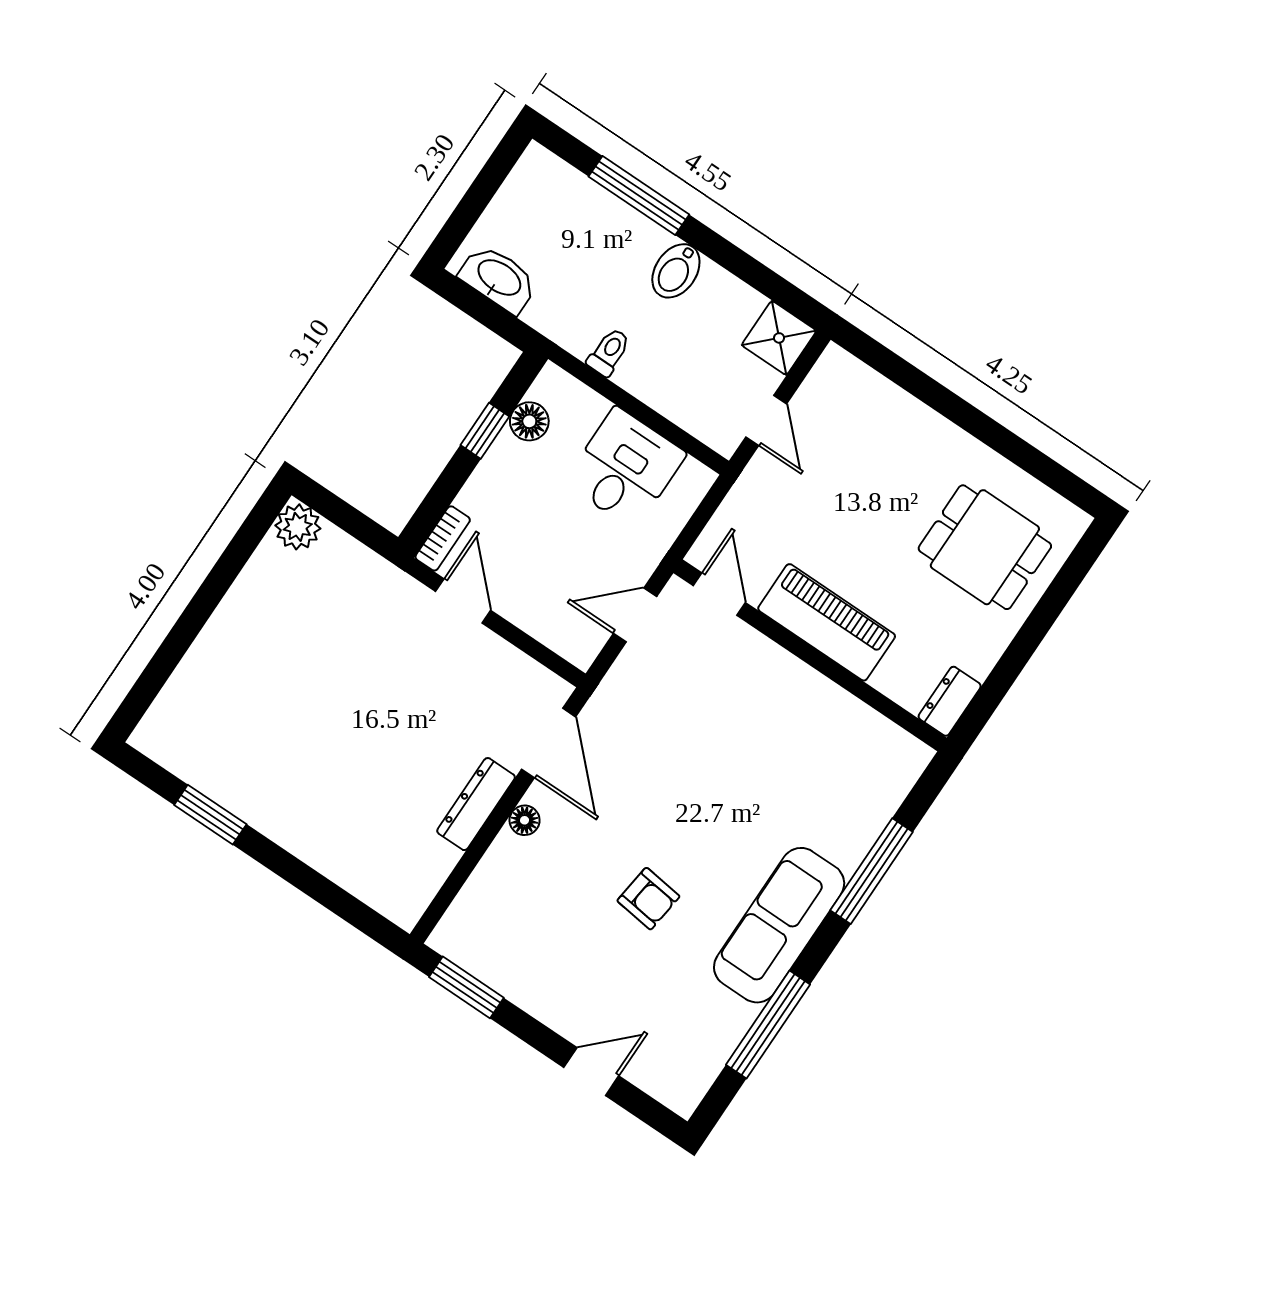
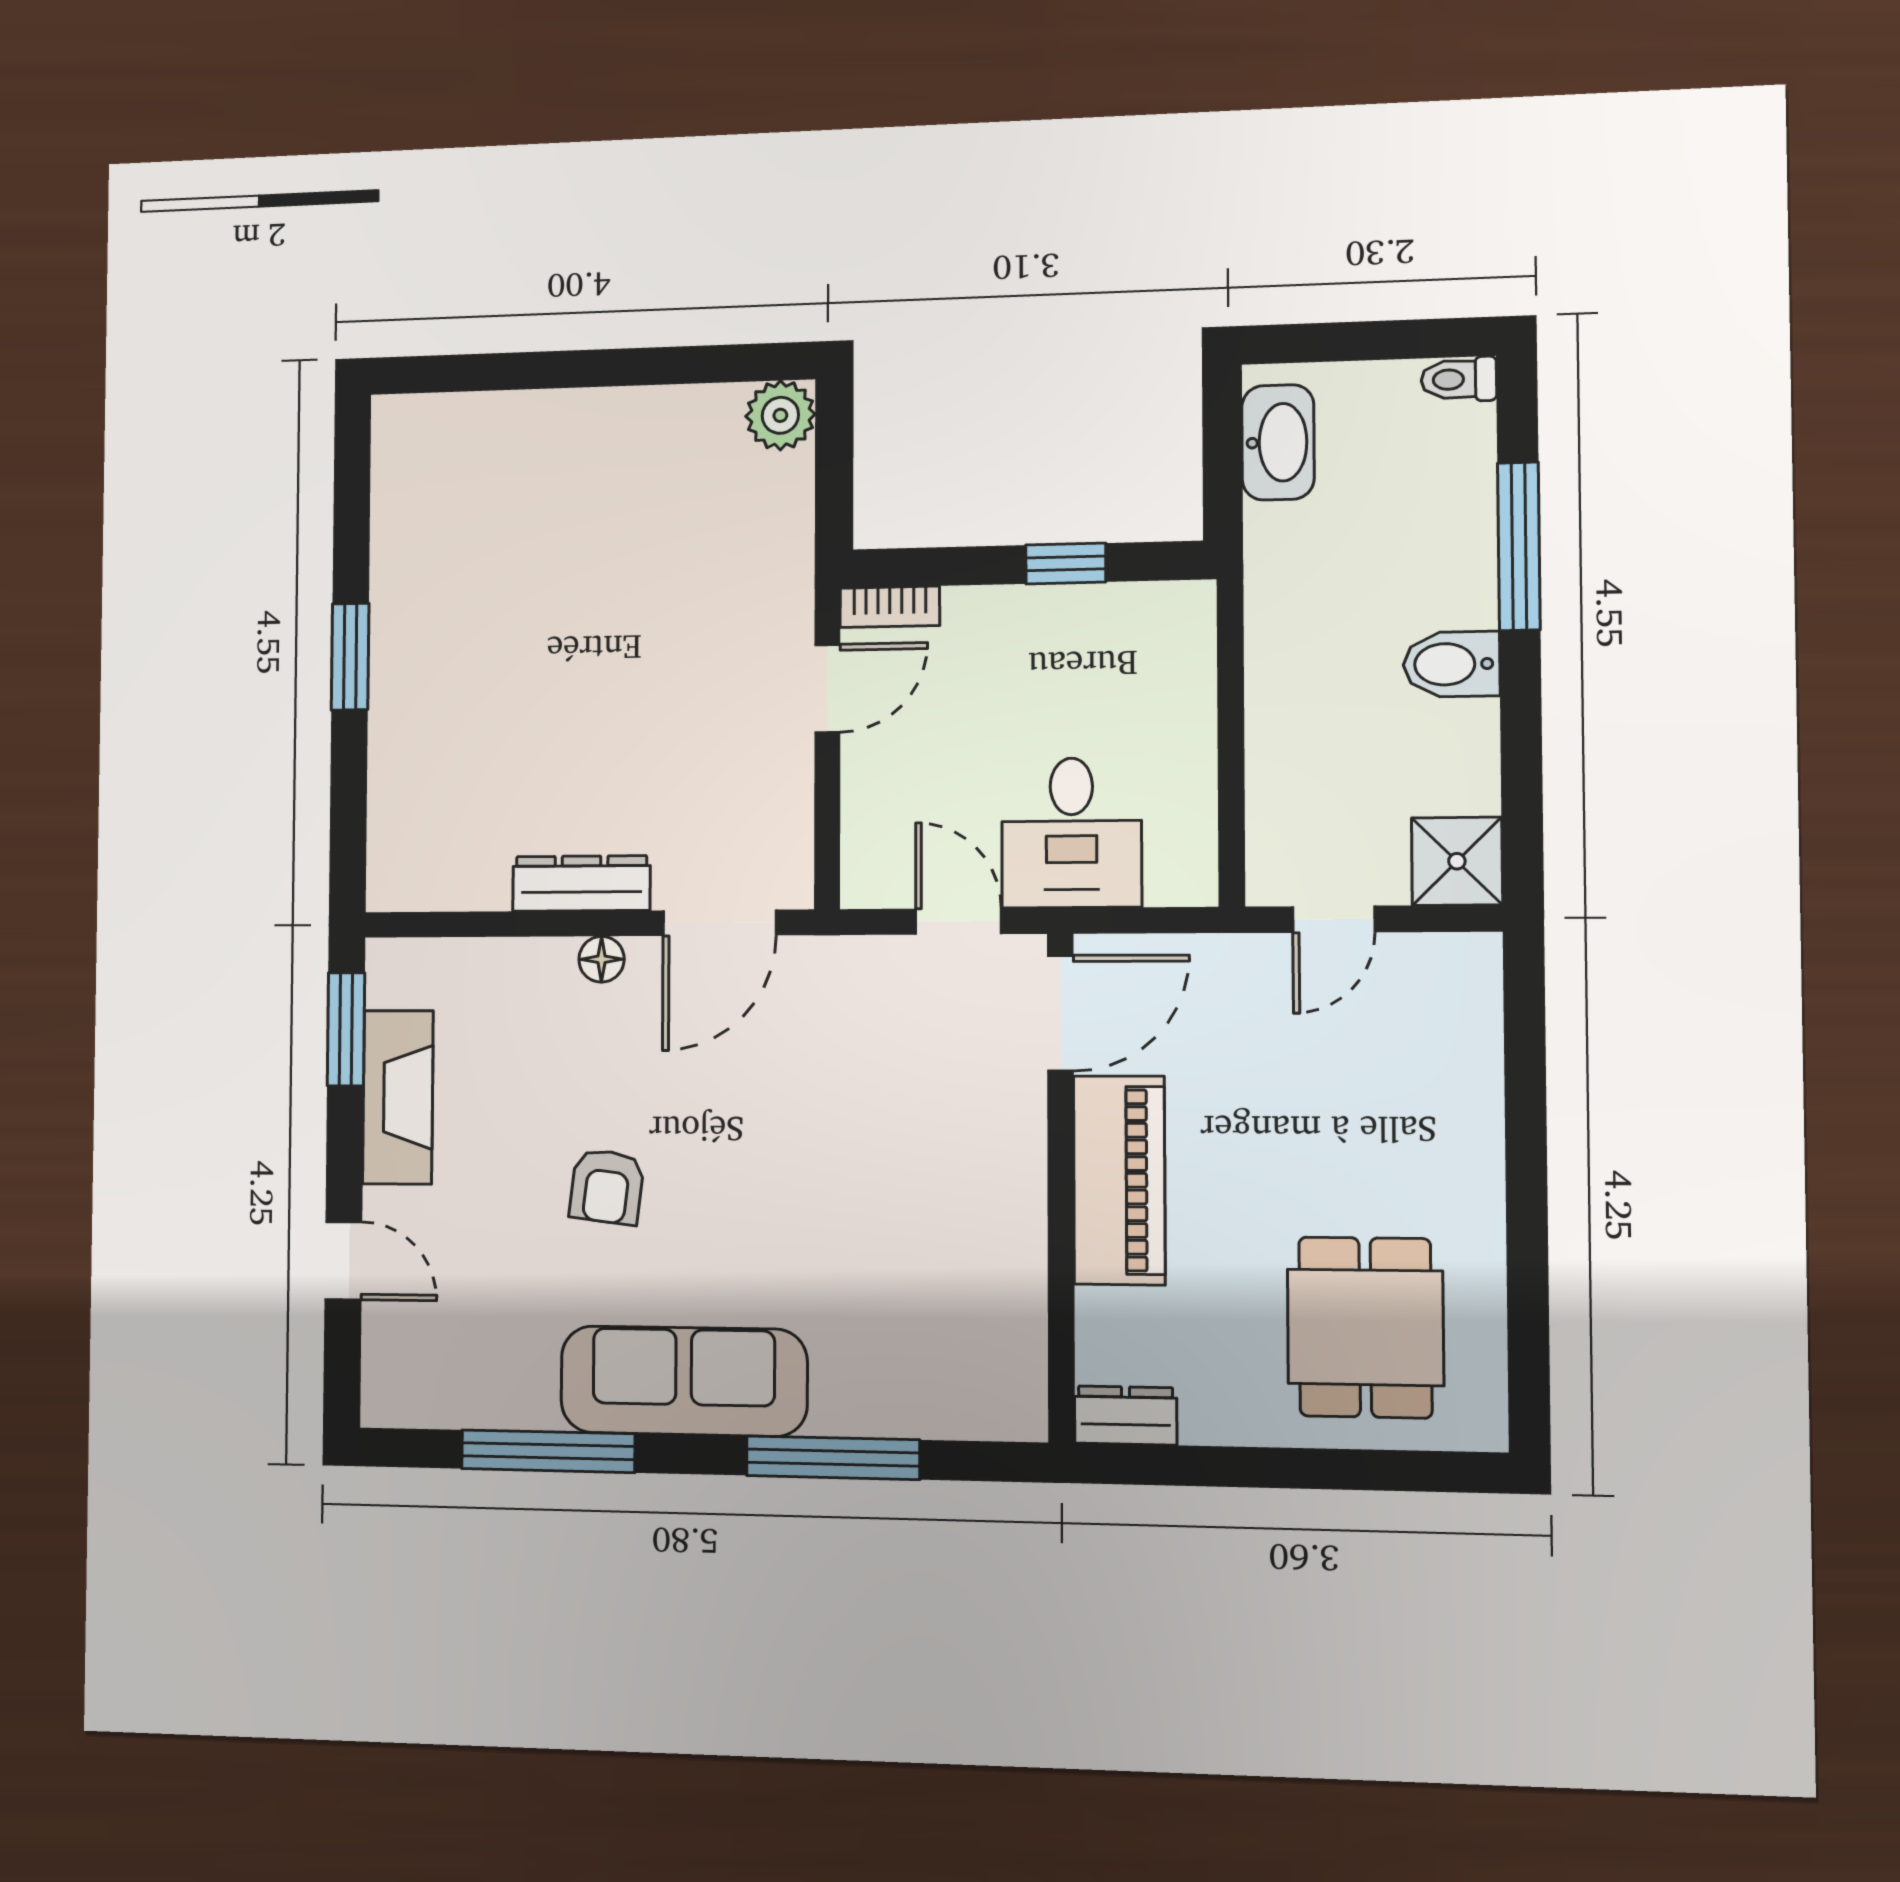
toilet: (609, 352) -> (1459, 379), moved, turned 180
floor lamp: (529, 421) -> (1118, 612), removed
desk: (625, 468) -> (1071, 833), moved, turned 90
door: (719, 594) -> (1060, 1013), width x1.38
window: (210, 815) -> (350, 657), moved
fireplace: (523, 983) -> (398, 1097), added

